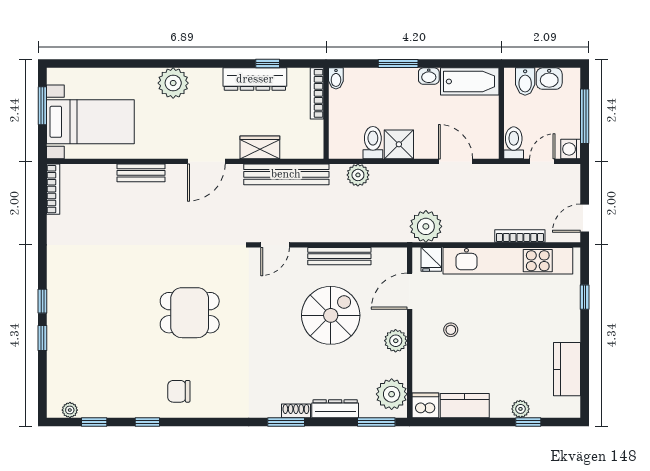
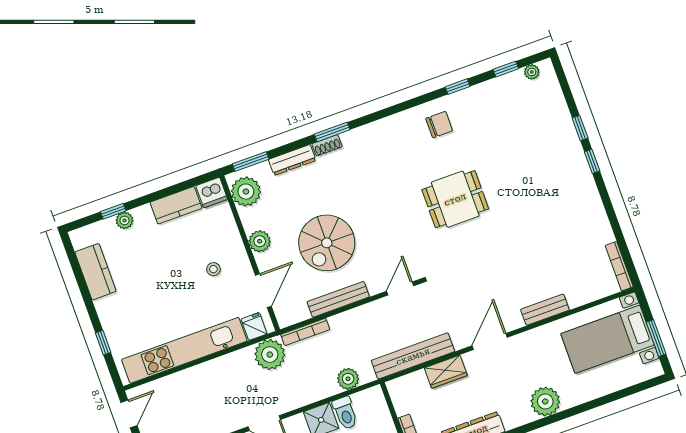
bookcase: (520, 236) -> (305, 332), moved

